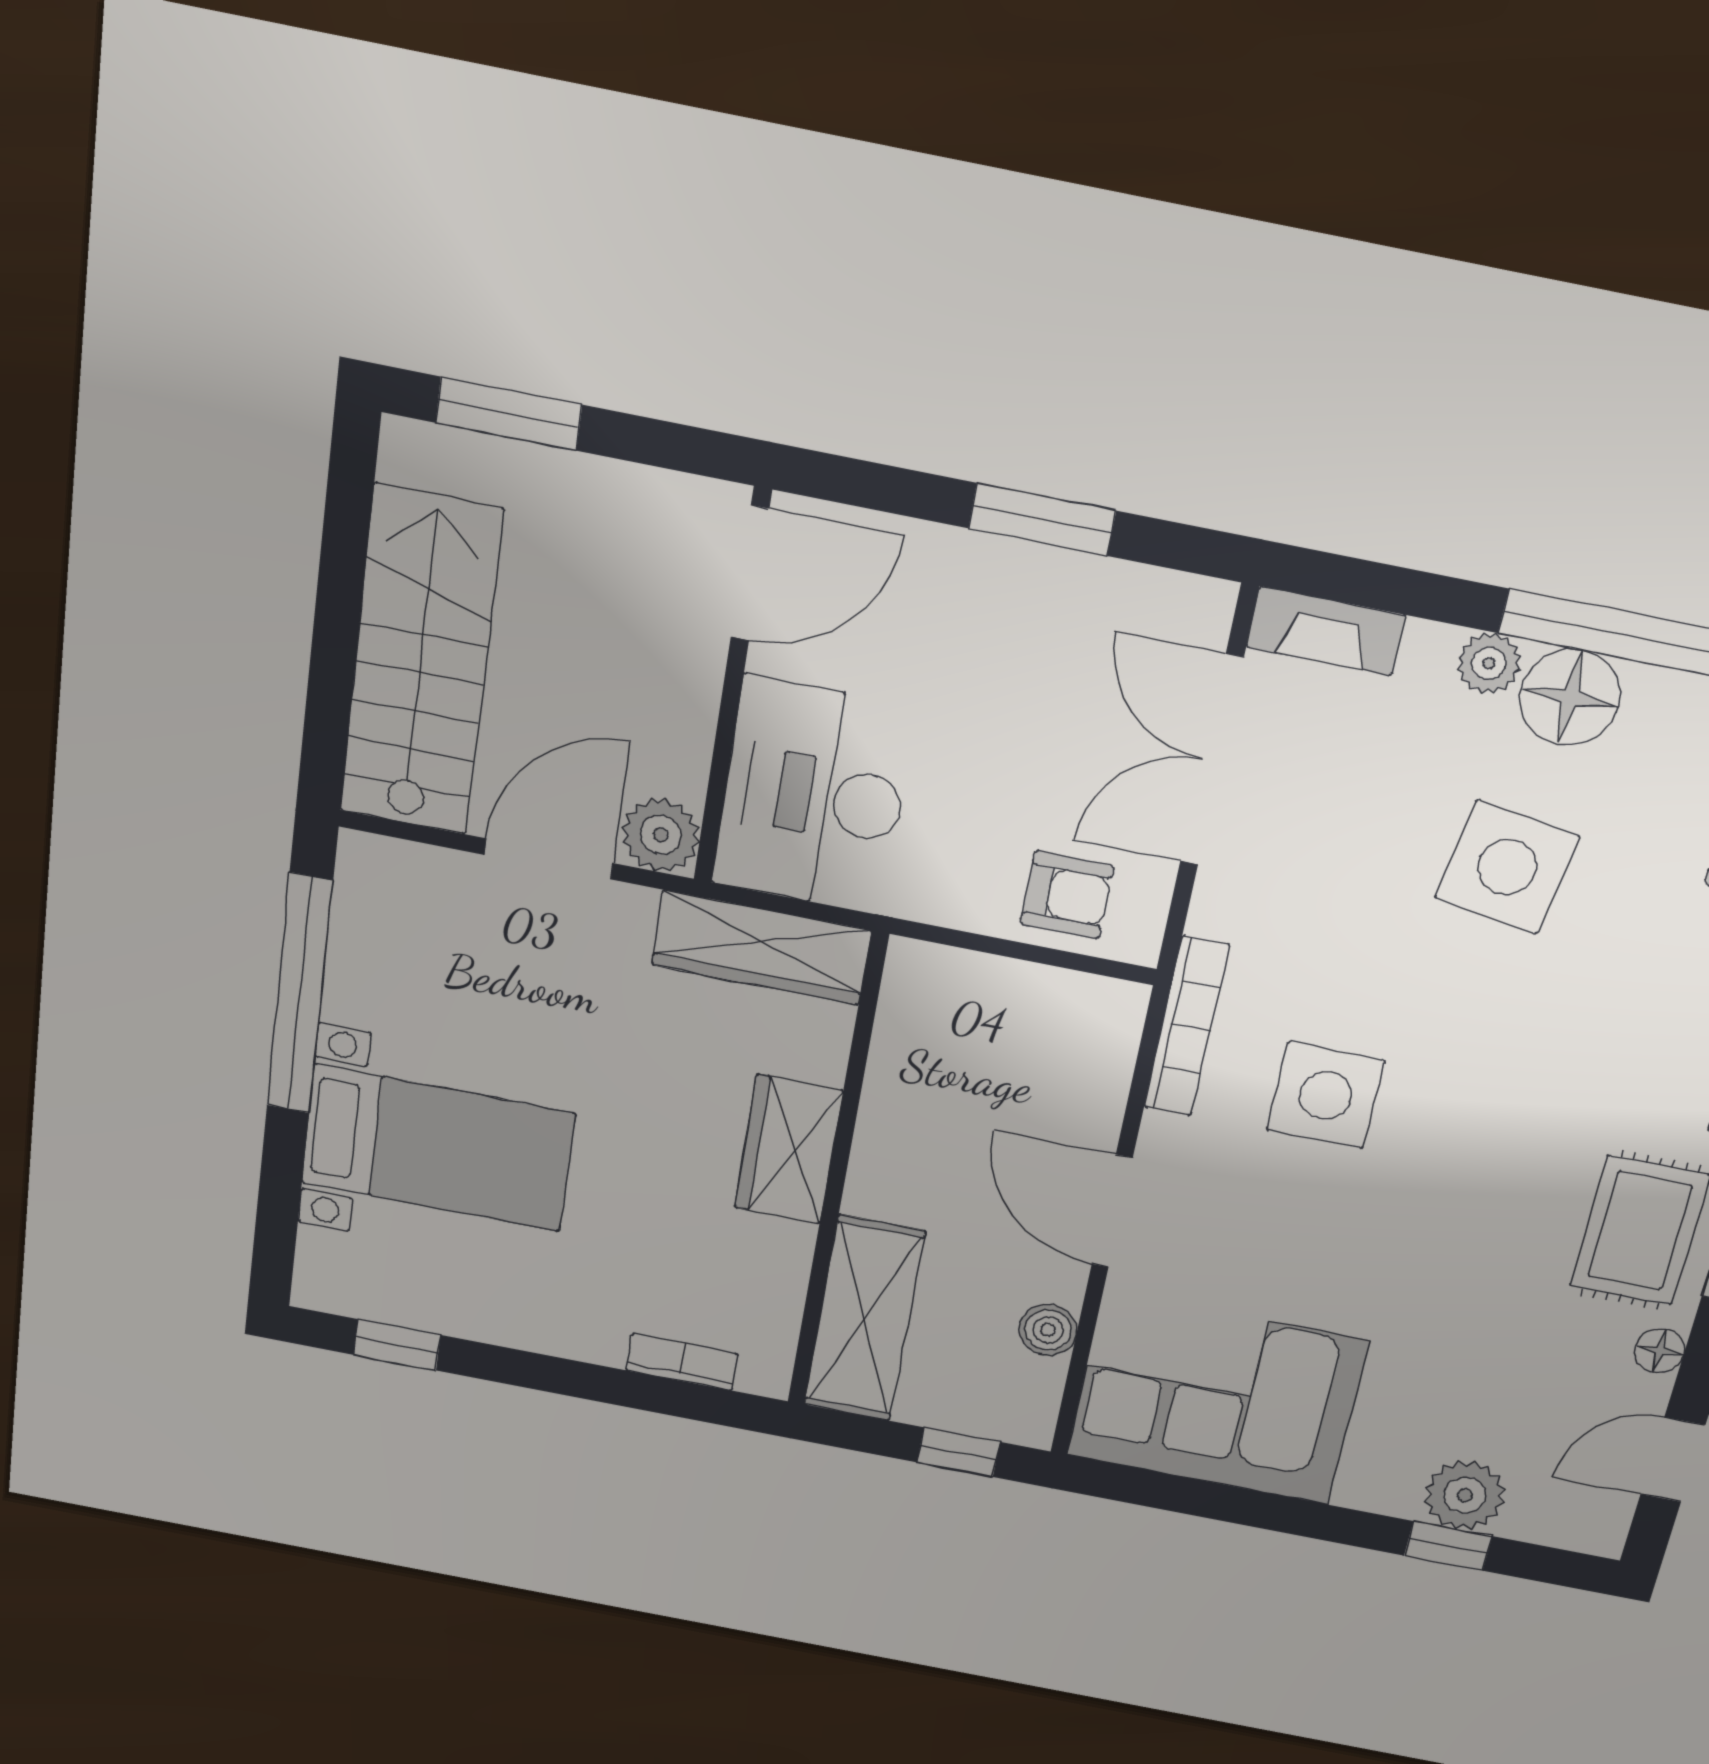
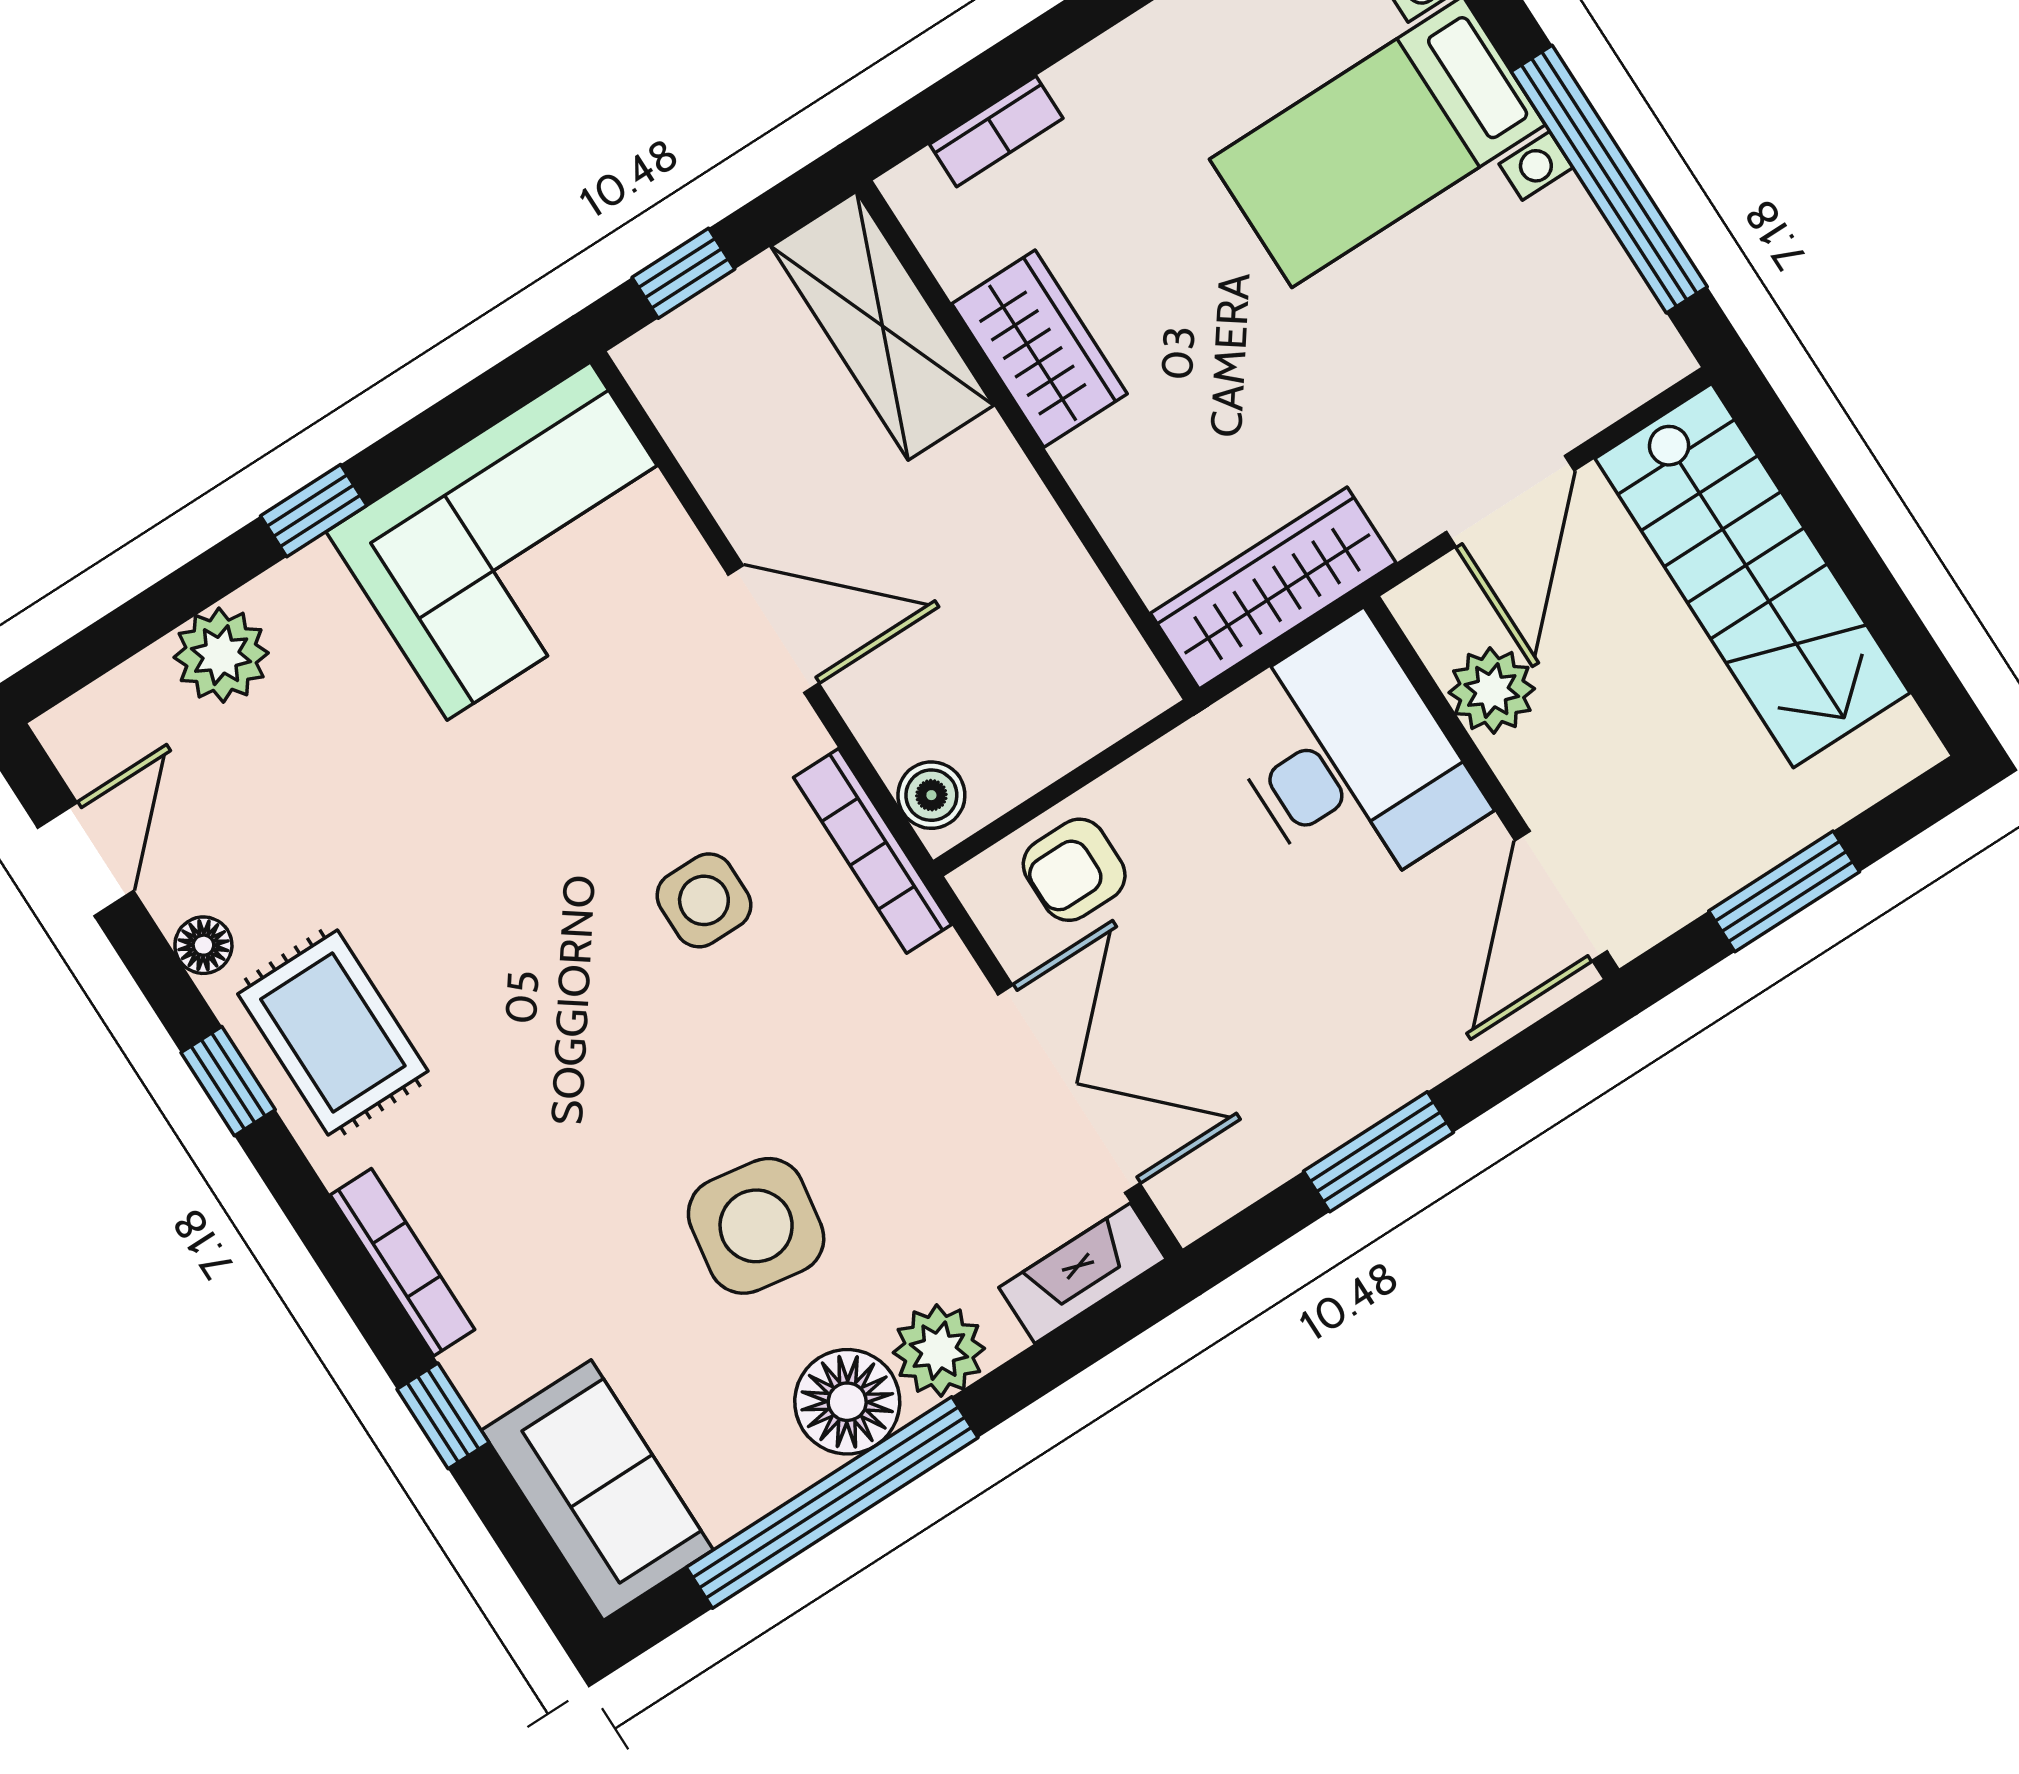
window: (509, 414) -> (1784, 891), moved
plant: (1489, 663) -> (939, 1351), width x1.38, depth x1.38
plant: (661, 835) -> (1492, 691), moved
side table: (1325, 1095) -> (704, 900), width x0.73, depth x0.73
wardrobe: (789, 1149) -> (1040, 349), moved
boiler: (1048, 1330) -> (931, 795), moved
window: (1448, 1546) -> (314, 511), moved

